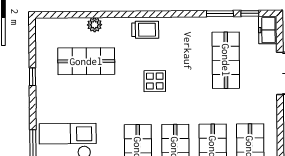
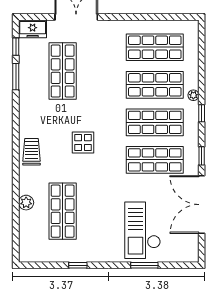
shop shelf: (226, 60) -> (63, 71), turned 90

